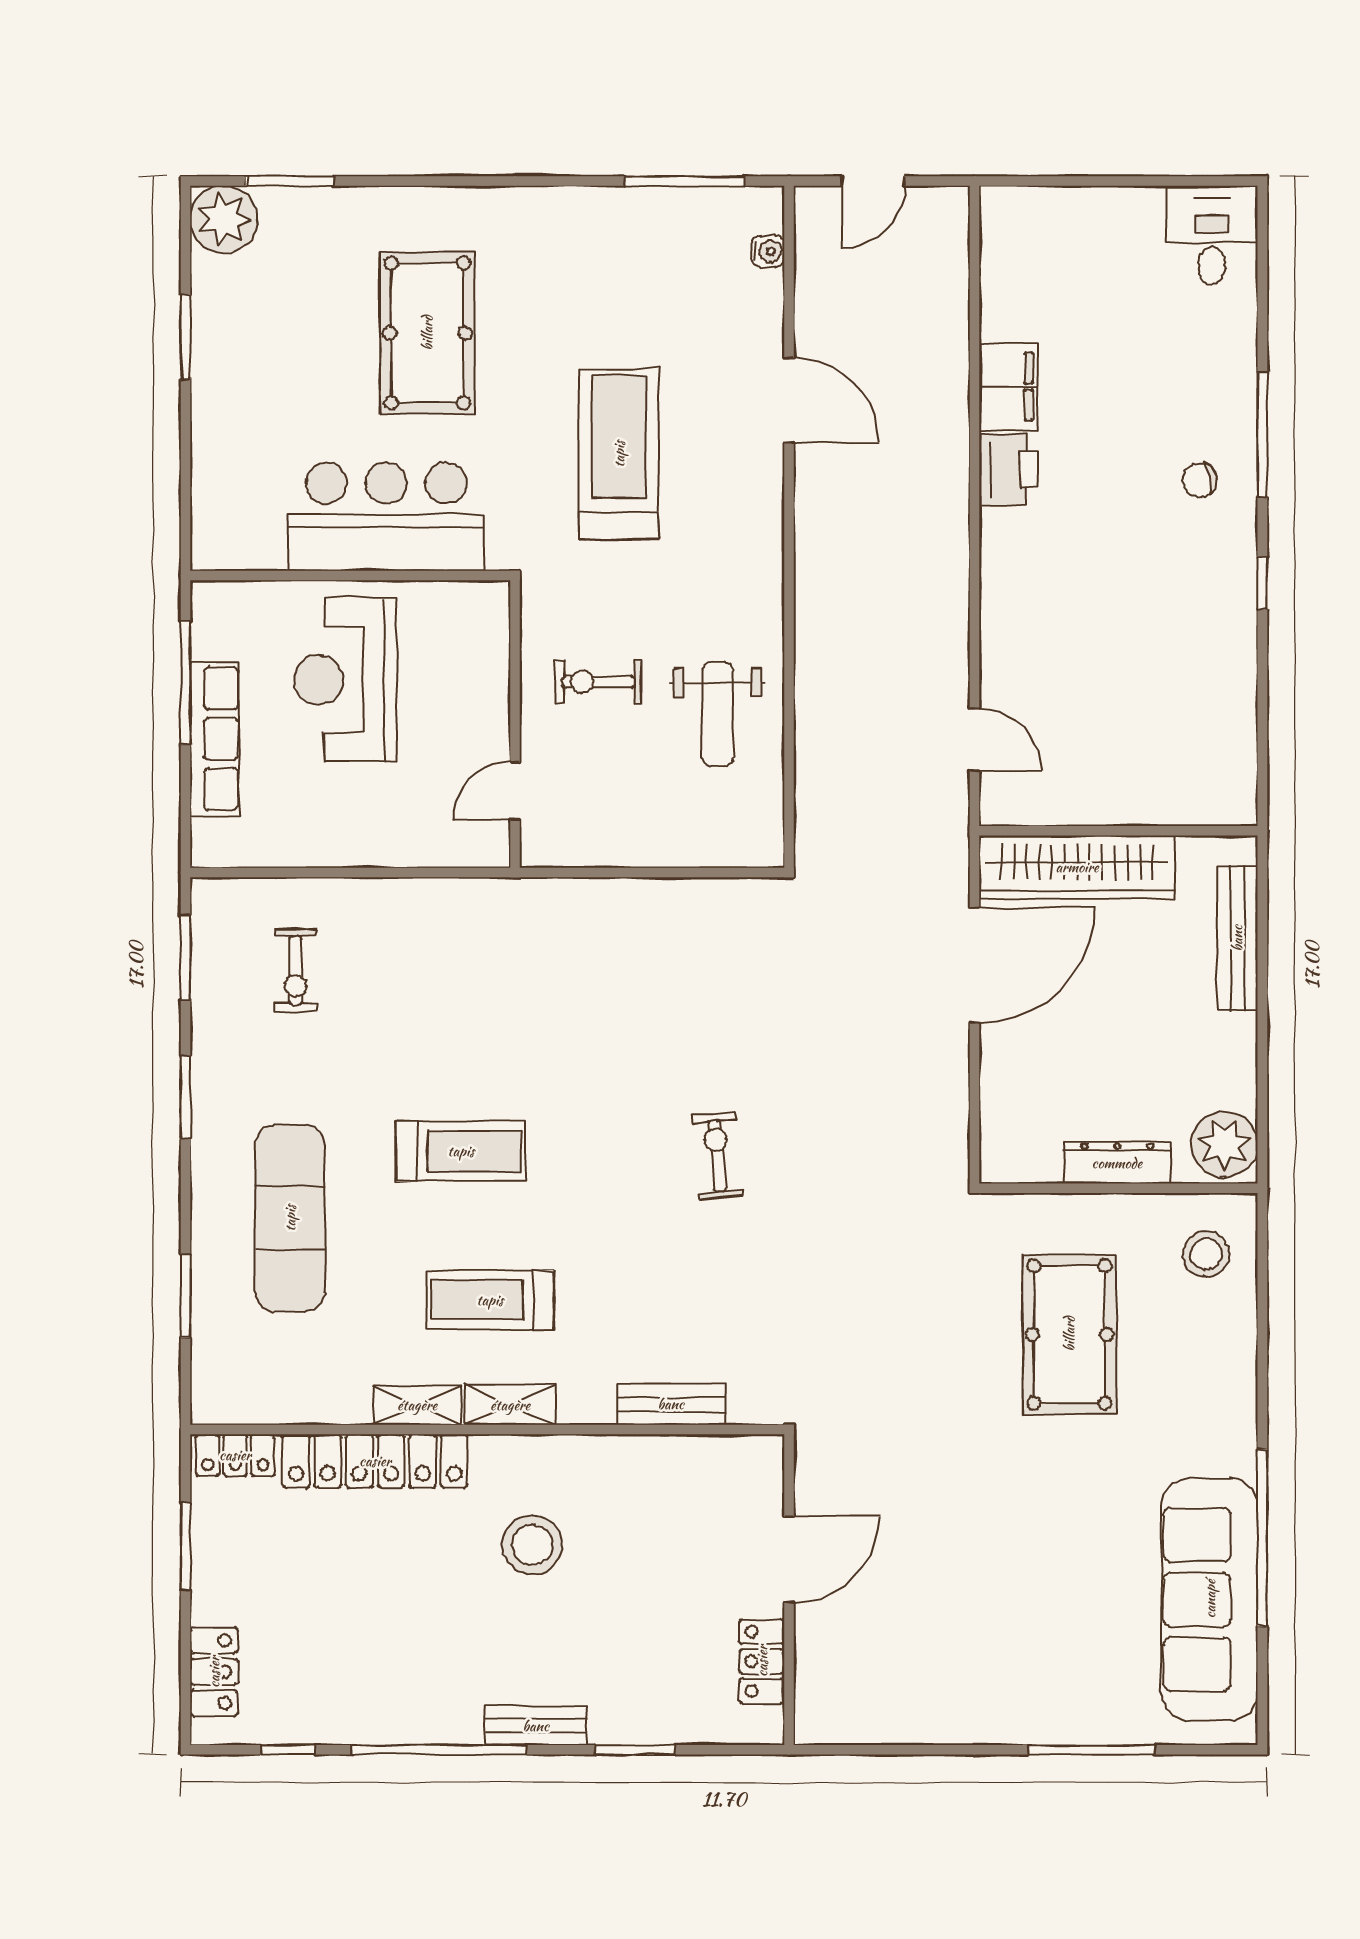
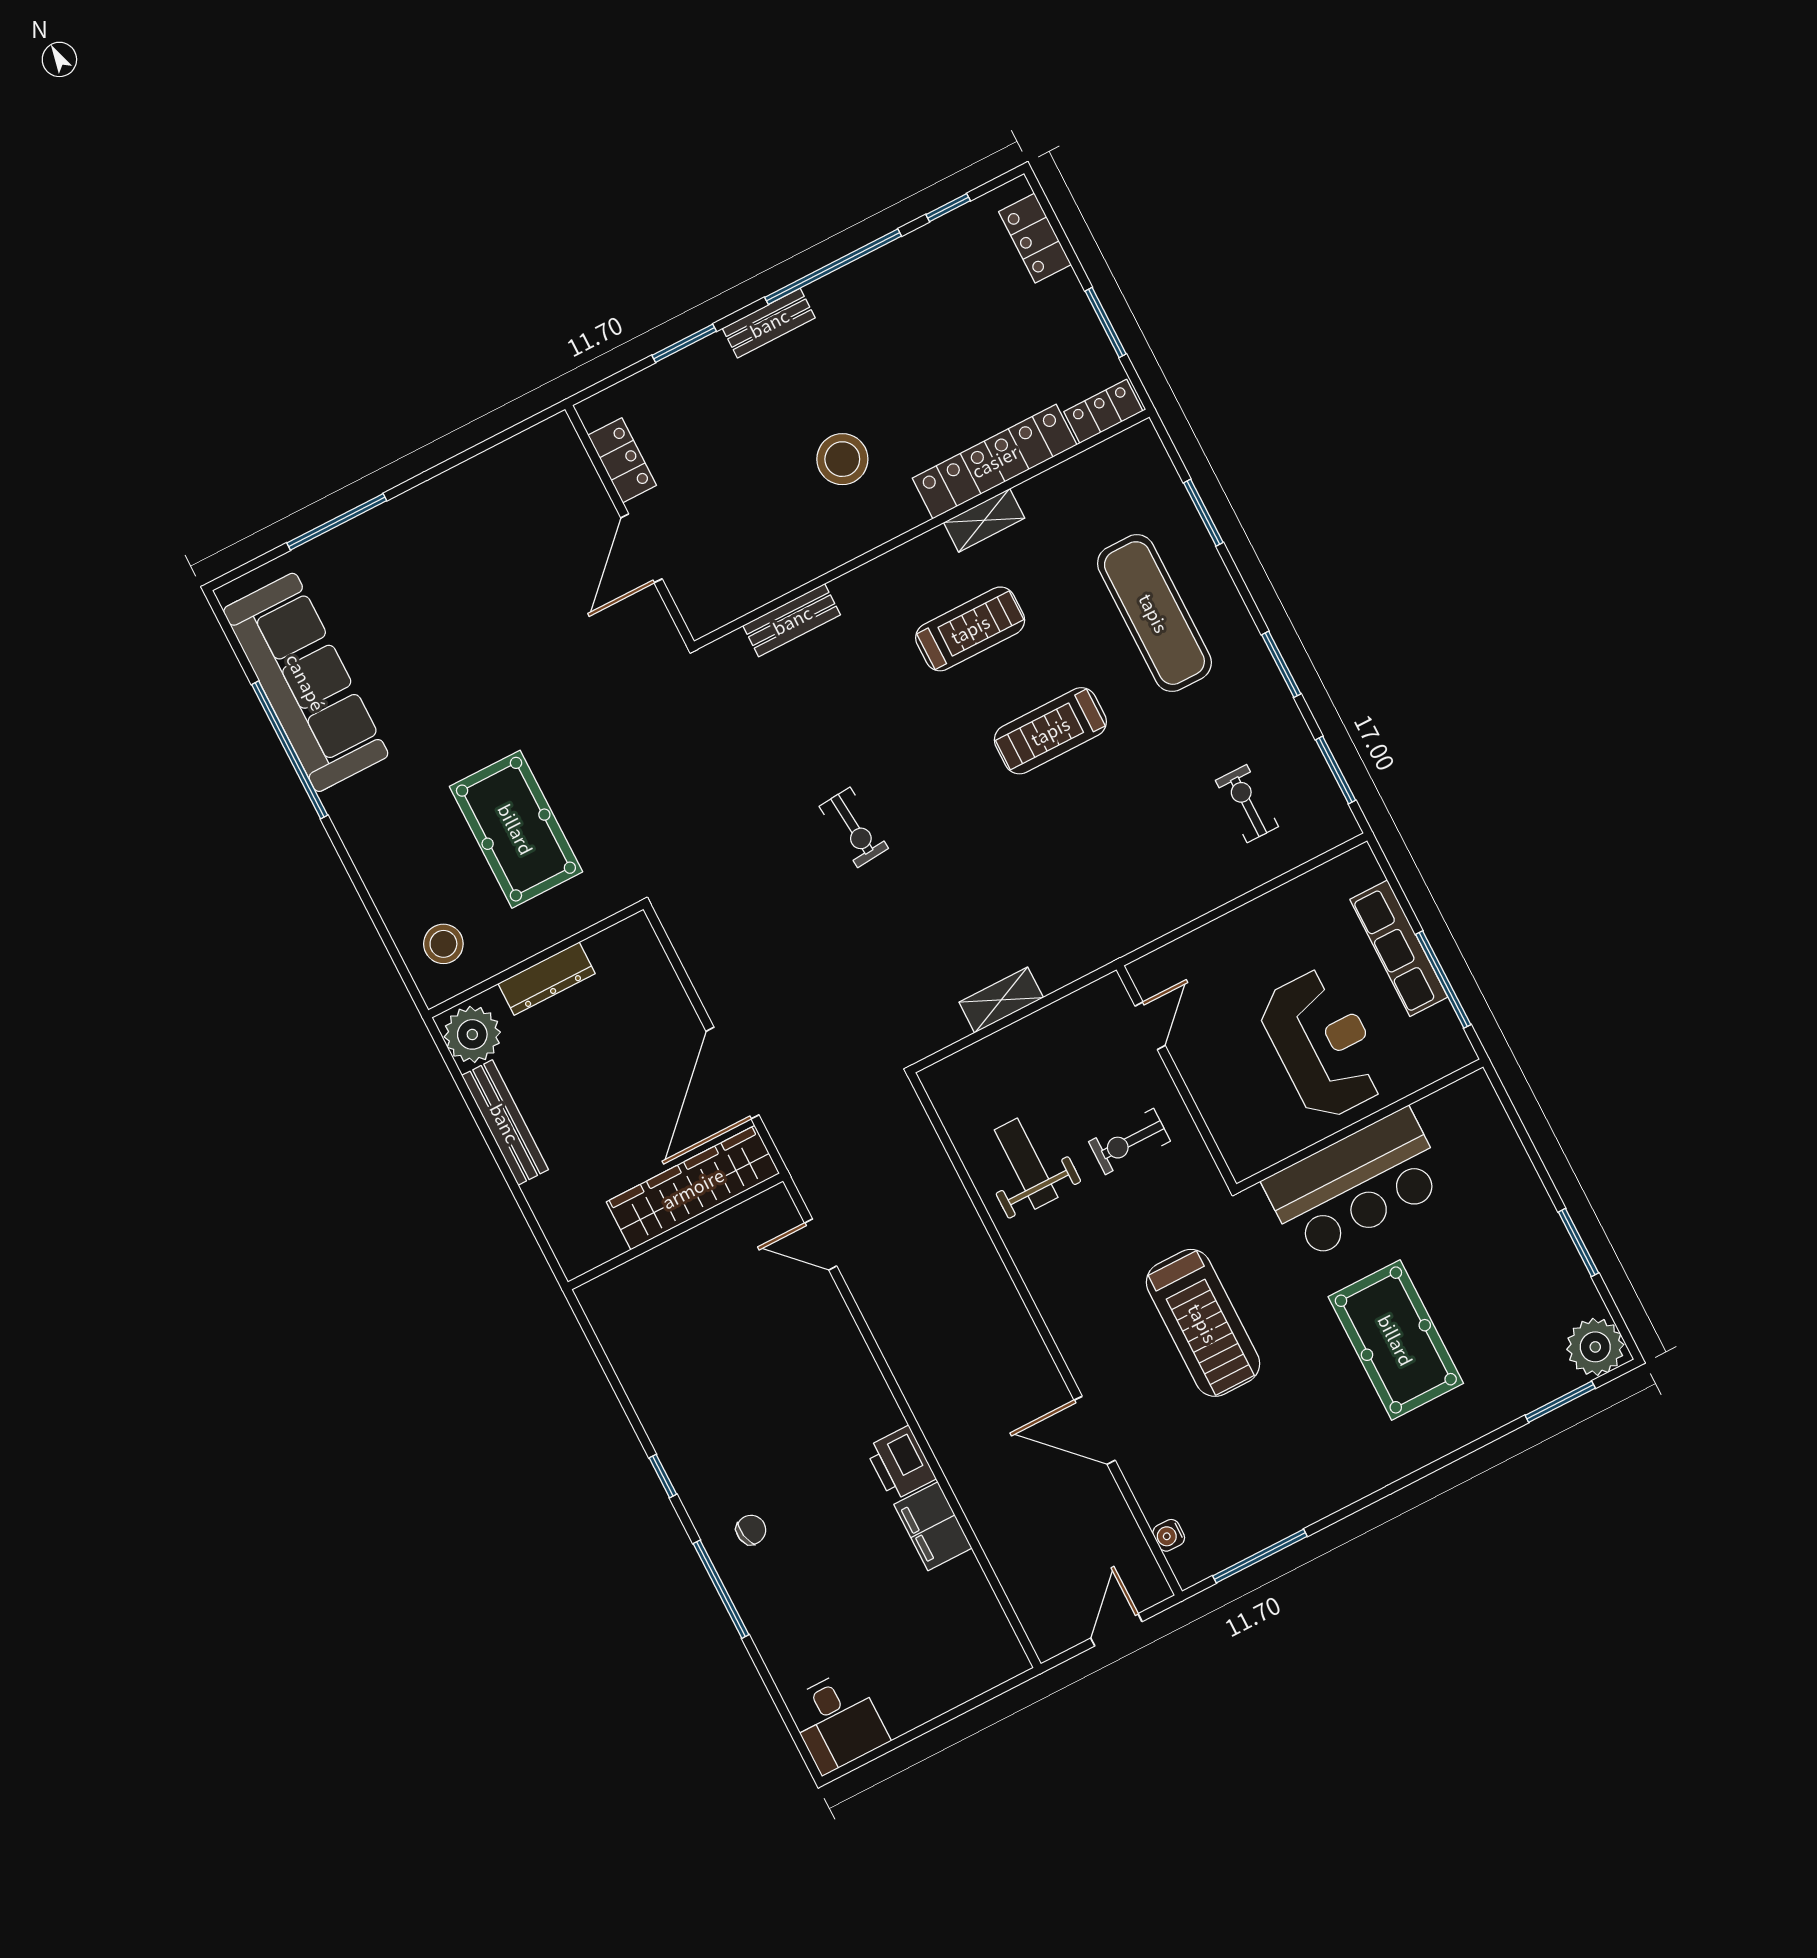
exercise bike: (598, 682) -> (1129, 1141), turned 180
bench: (1237, 938) -> (505, 1123), moved
shelving: (510, 1405) -> (1001, 1000), moved

